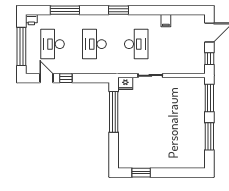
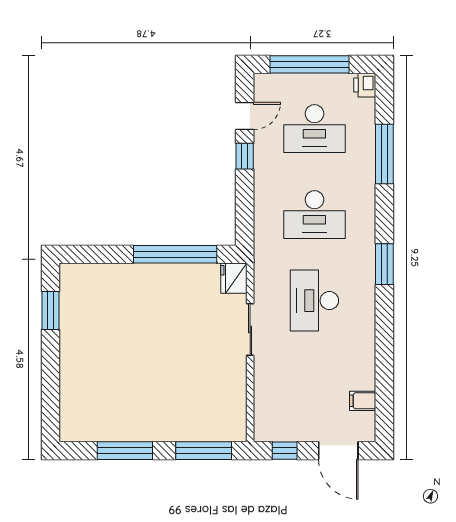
filing cabinet: (166, 21) -> (363, 401), moved
desk: (53, 44) -> (314, 129), turned 180
desk: (94, 44) -> (314, 215), turned 180
desk: (136, 44) -> (314, 301), turned 90

